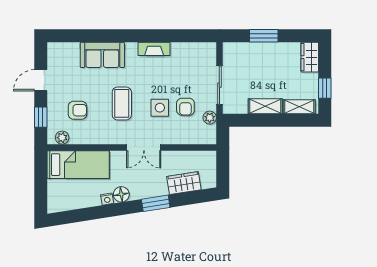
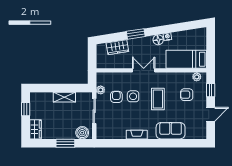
boiler: (238, 52) -> (82, 133), added
shelving: (299, 107) -> (42, 97), removed

